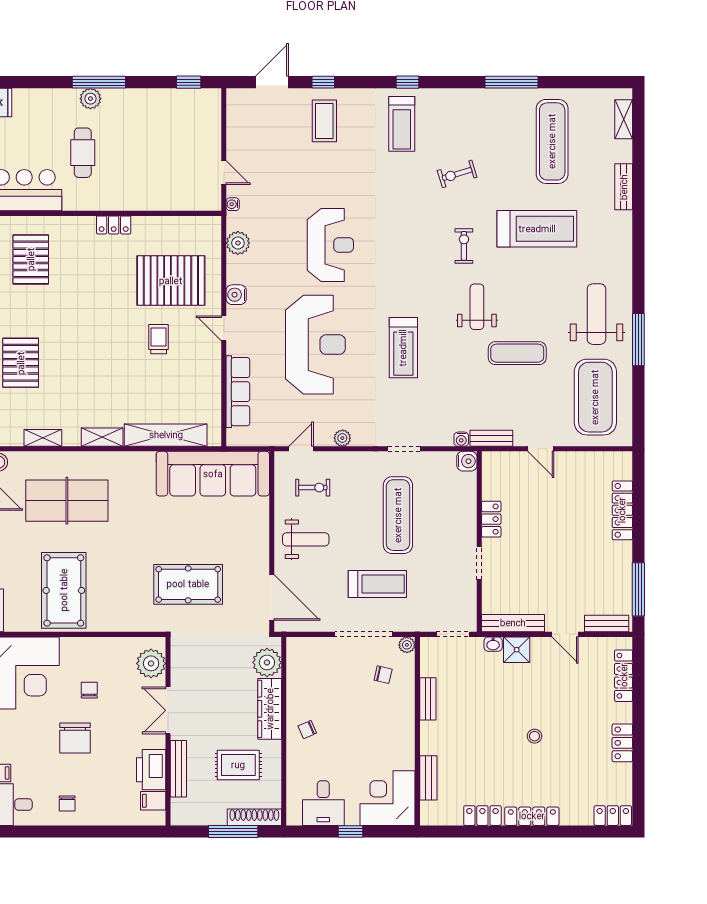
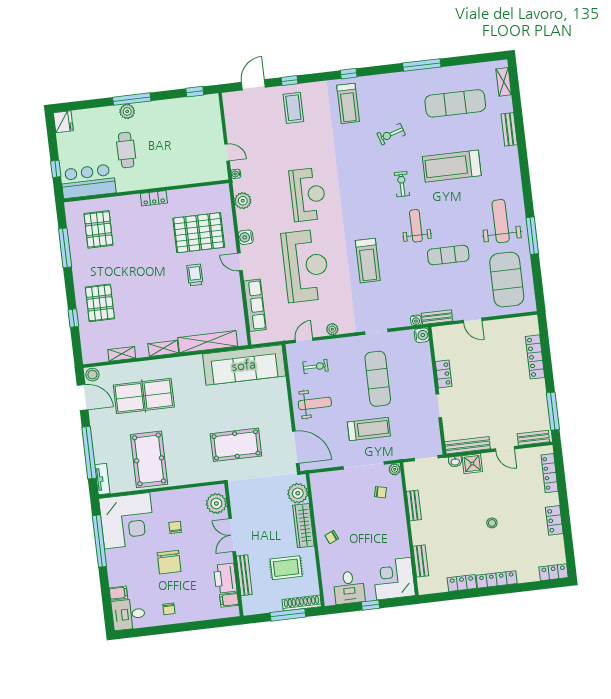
exercise mat: (552, 141) -> (455, 103), turned 90
treadmill: (537, 229) -> (452, 166), turned 180

